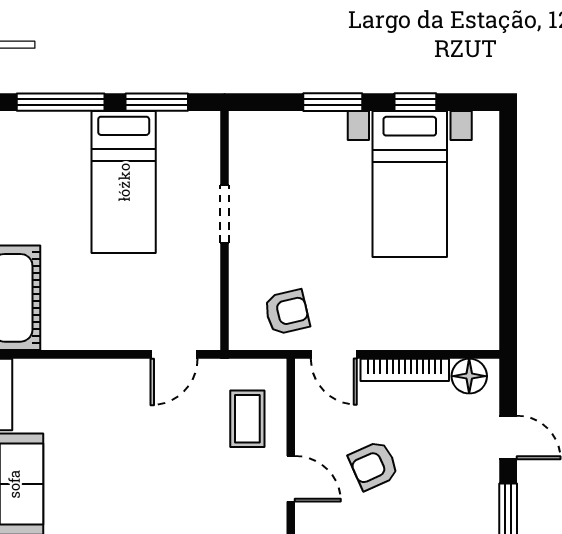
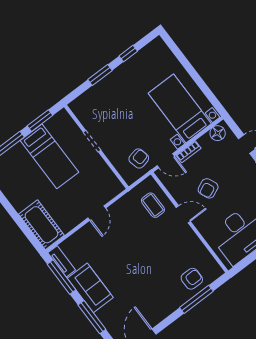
bed with nightstands: (410, 184) -> (180, 109), moved, turned 180
door: (174, 354) -> (97, 213), moved
bookcase: (405, 370) -> (189, 152), width x0.64

